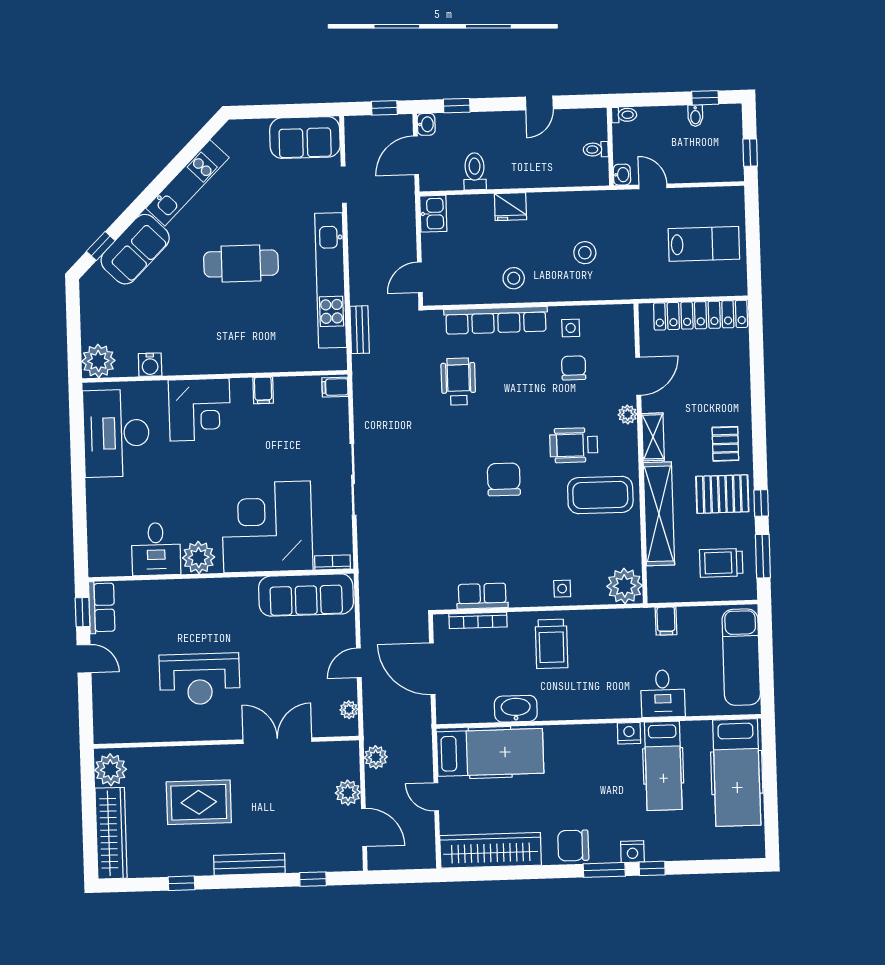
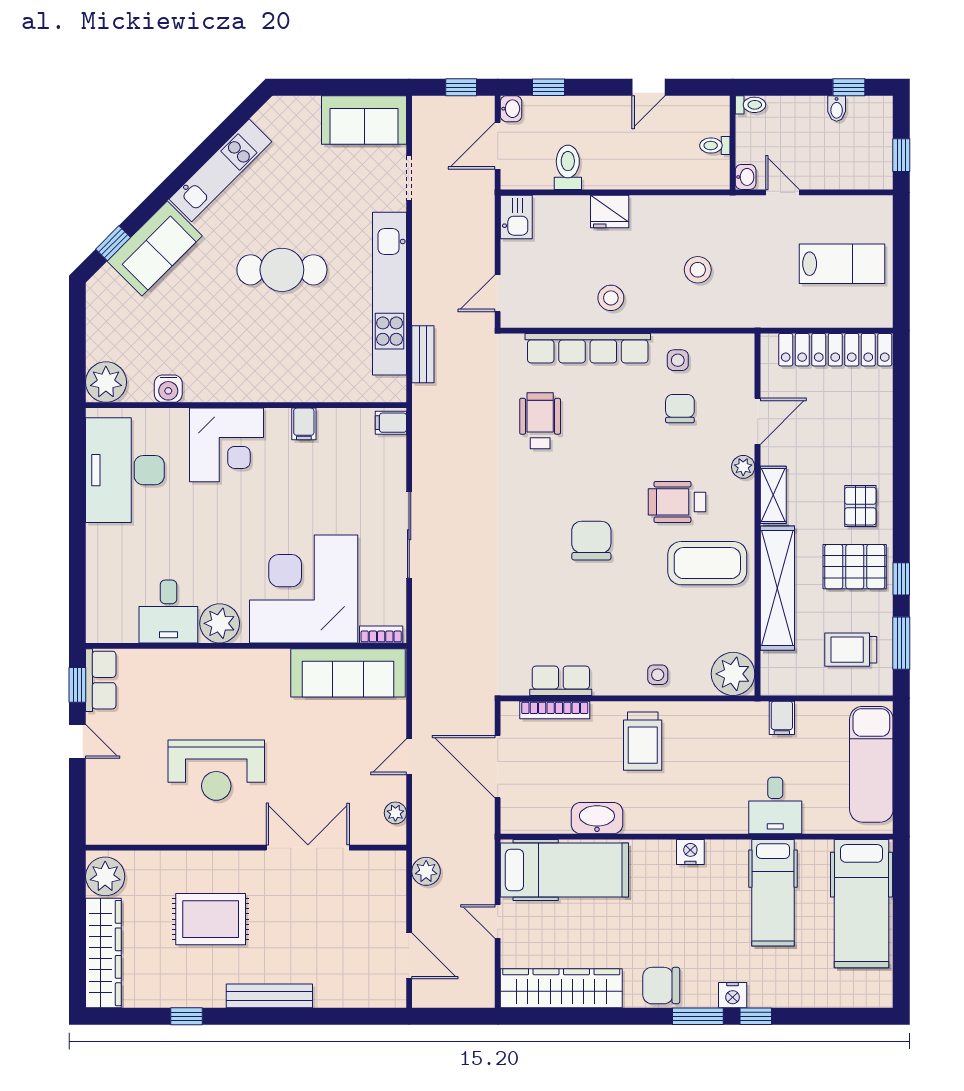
nightstand: (629, 733) -> (690, 852), moved
plant: (348, 793) -> (391, 913), removed
window: (313, 879) -> (345, 1016), removed

